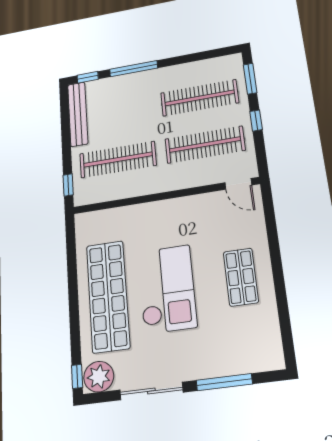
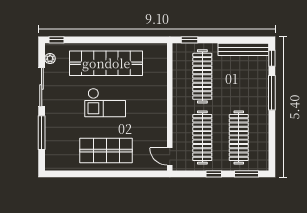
door: (238, 184) -> (170, 157), hinge flipped
shop shelf: (241, 277) -> (106, 151), width x1.43, depth x1.36
checkout: (167, 289) -> (105, 103), width x0.73, depth x0.83
plant: (99, 377) -> (50, 59), width x0.53, depth x0.53

